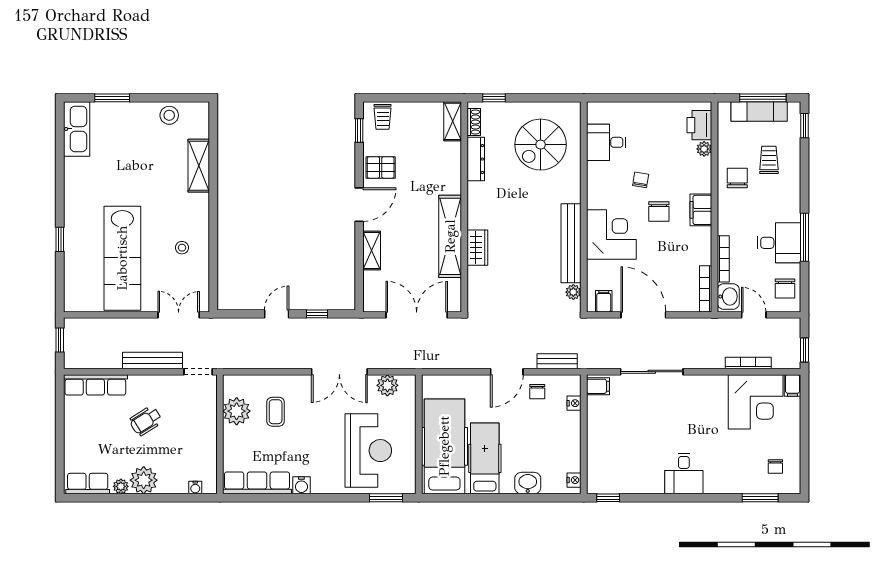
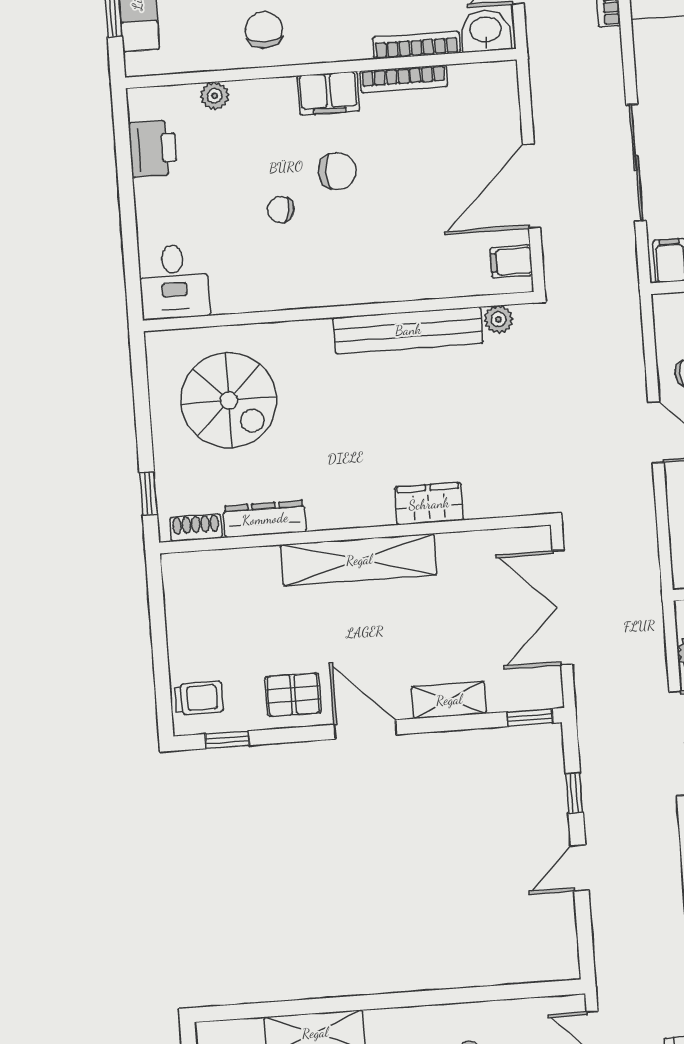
shelving: (453, 121) -> (197, 567), removed
printer: (699, 125) -> (153, 149), moved, turned -90
desk: (606, 142) -> (174, 282), moved
pallet: (381, 167) -> (293, 695), turned 90
chair: (737, 178) -> (264, 30), turned 90
corner desk: (611, 234) -> (386, 256), removed
shelving: (450, 236) -> (359, 560), moved
bookcase: (706, 289) -> (404, 79), moved
window: (359, 293) -> (530, 717), added
door: (277, 314) -> (580, 868), hinge flipped
bench: (557, 361) -> (629, 340), removed

